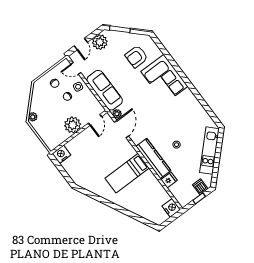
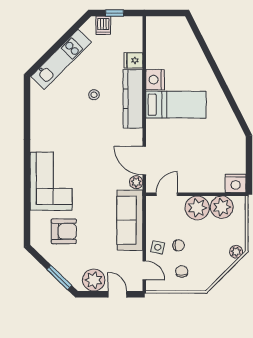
door: (81, 44) -> (117, 294), hinge flipped
door: (121, 129) -> (144, 161), hinge flipped
plant: (59, 136) -> (222, 207), added
nightstand: (171, 208) -> (155, 80), moved

